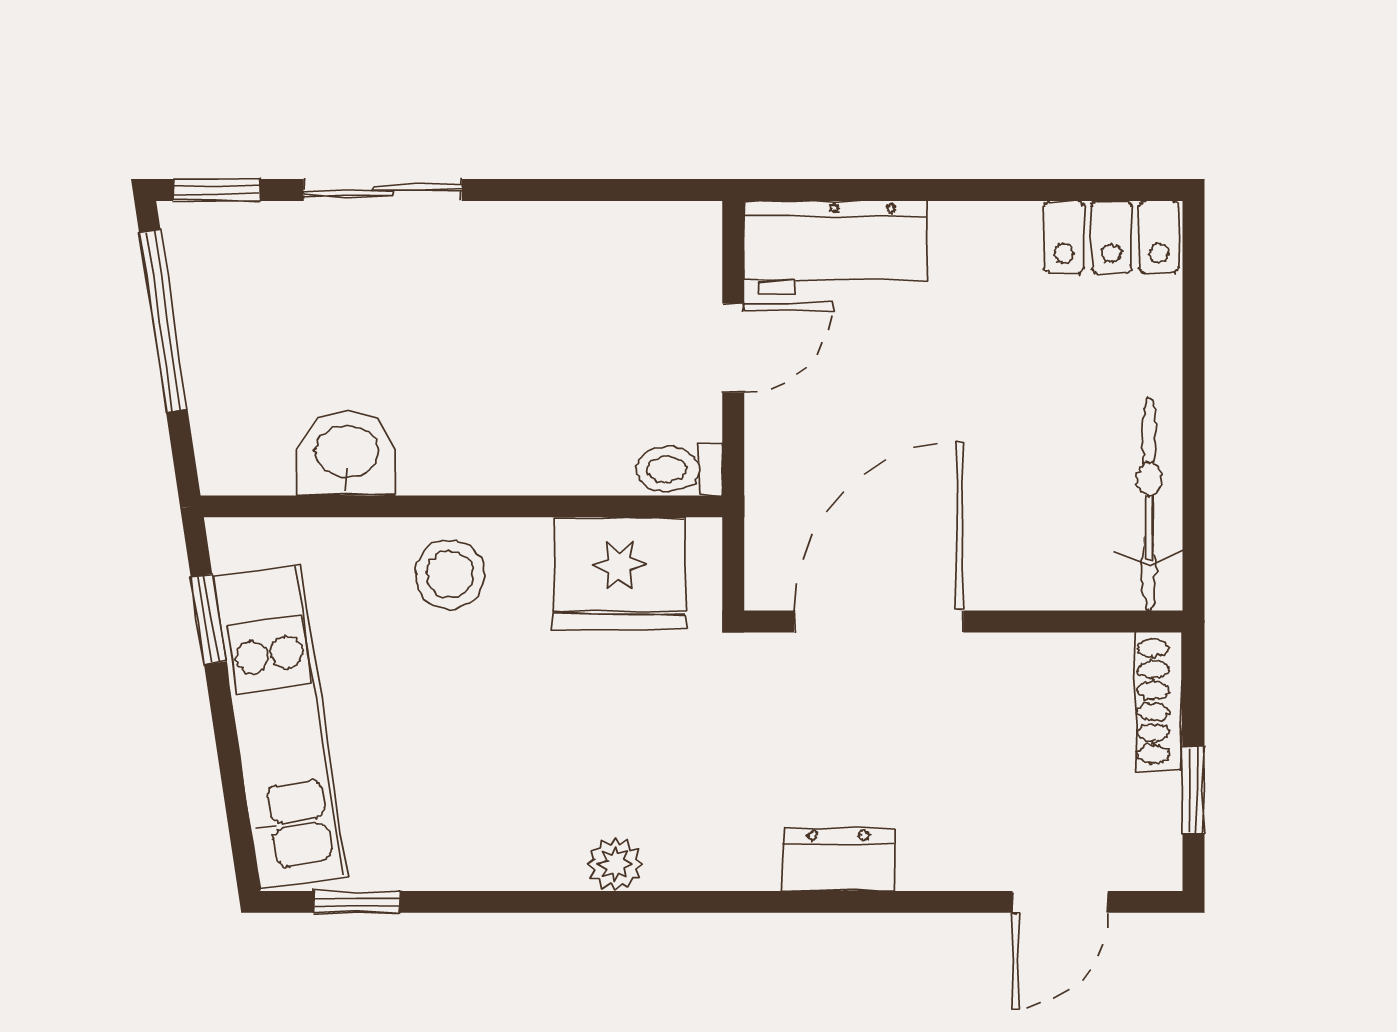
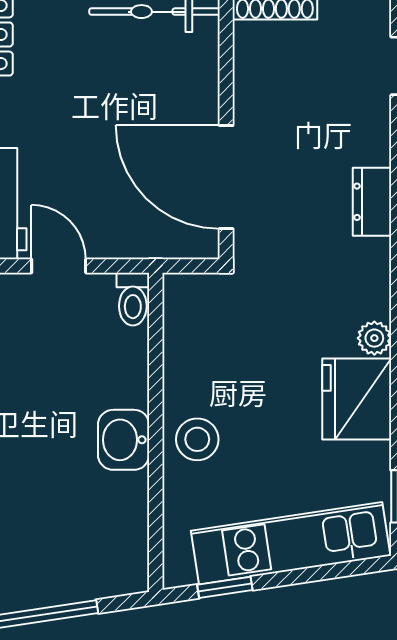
washbasin: (347, 454) -> (124, 440), moved
fridge: (619, 573) -> (357, 399), moved, turned 180

